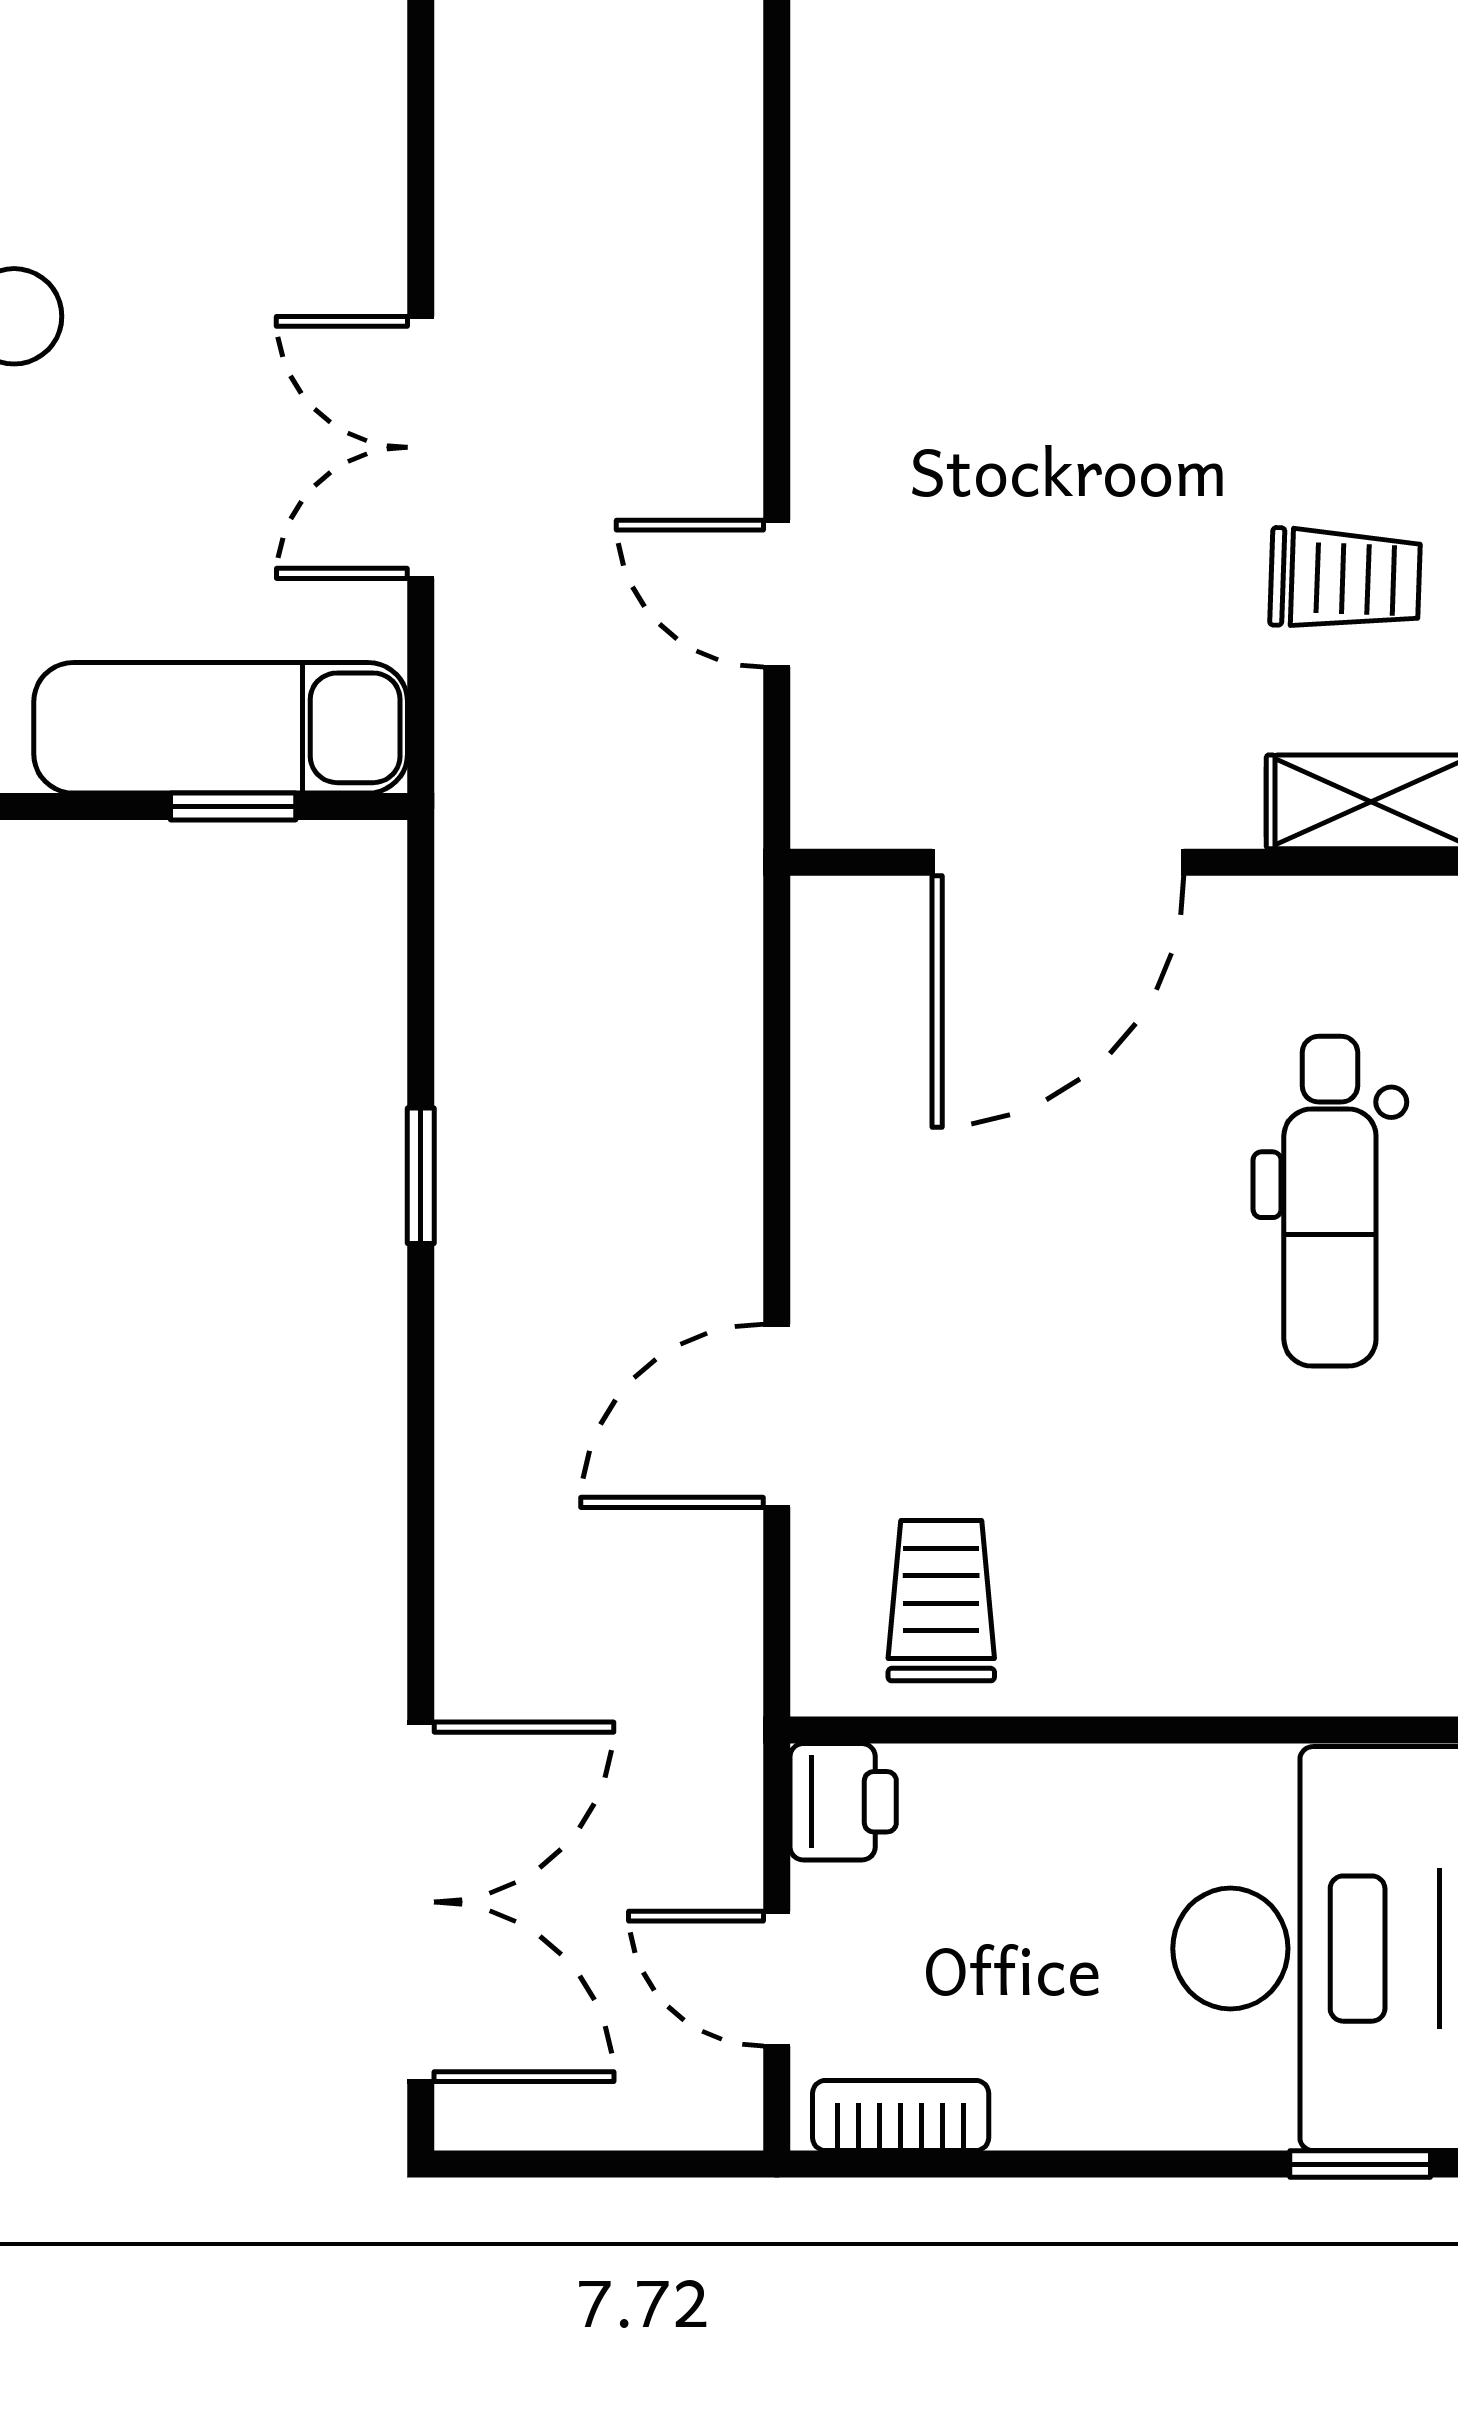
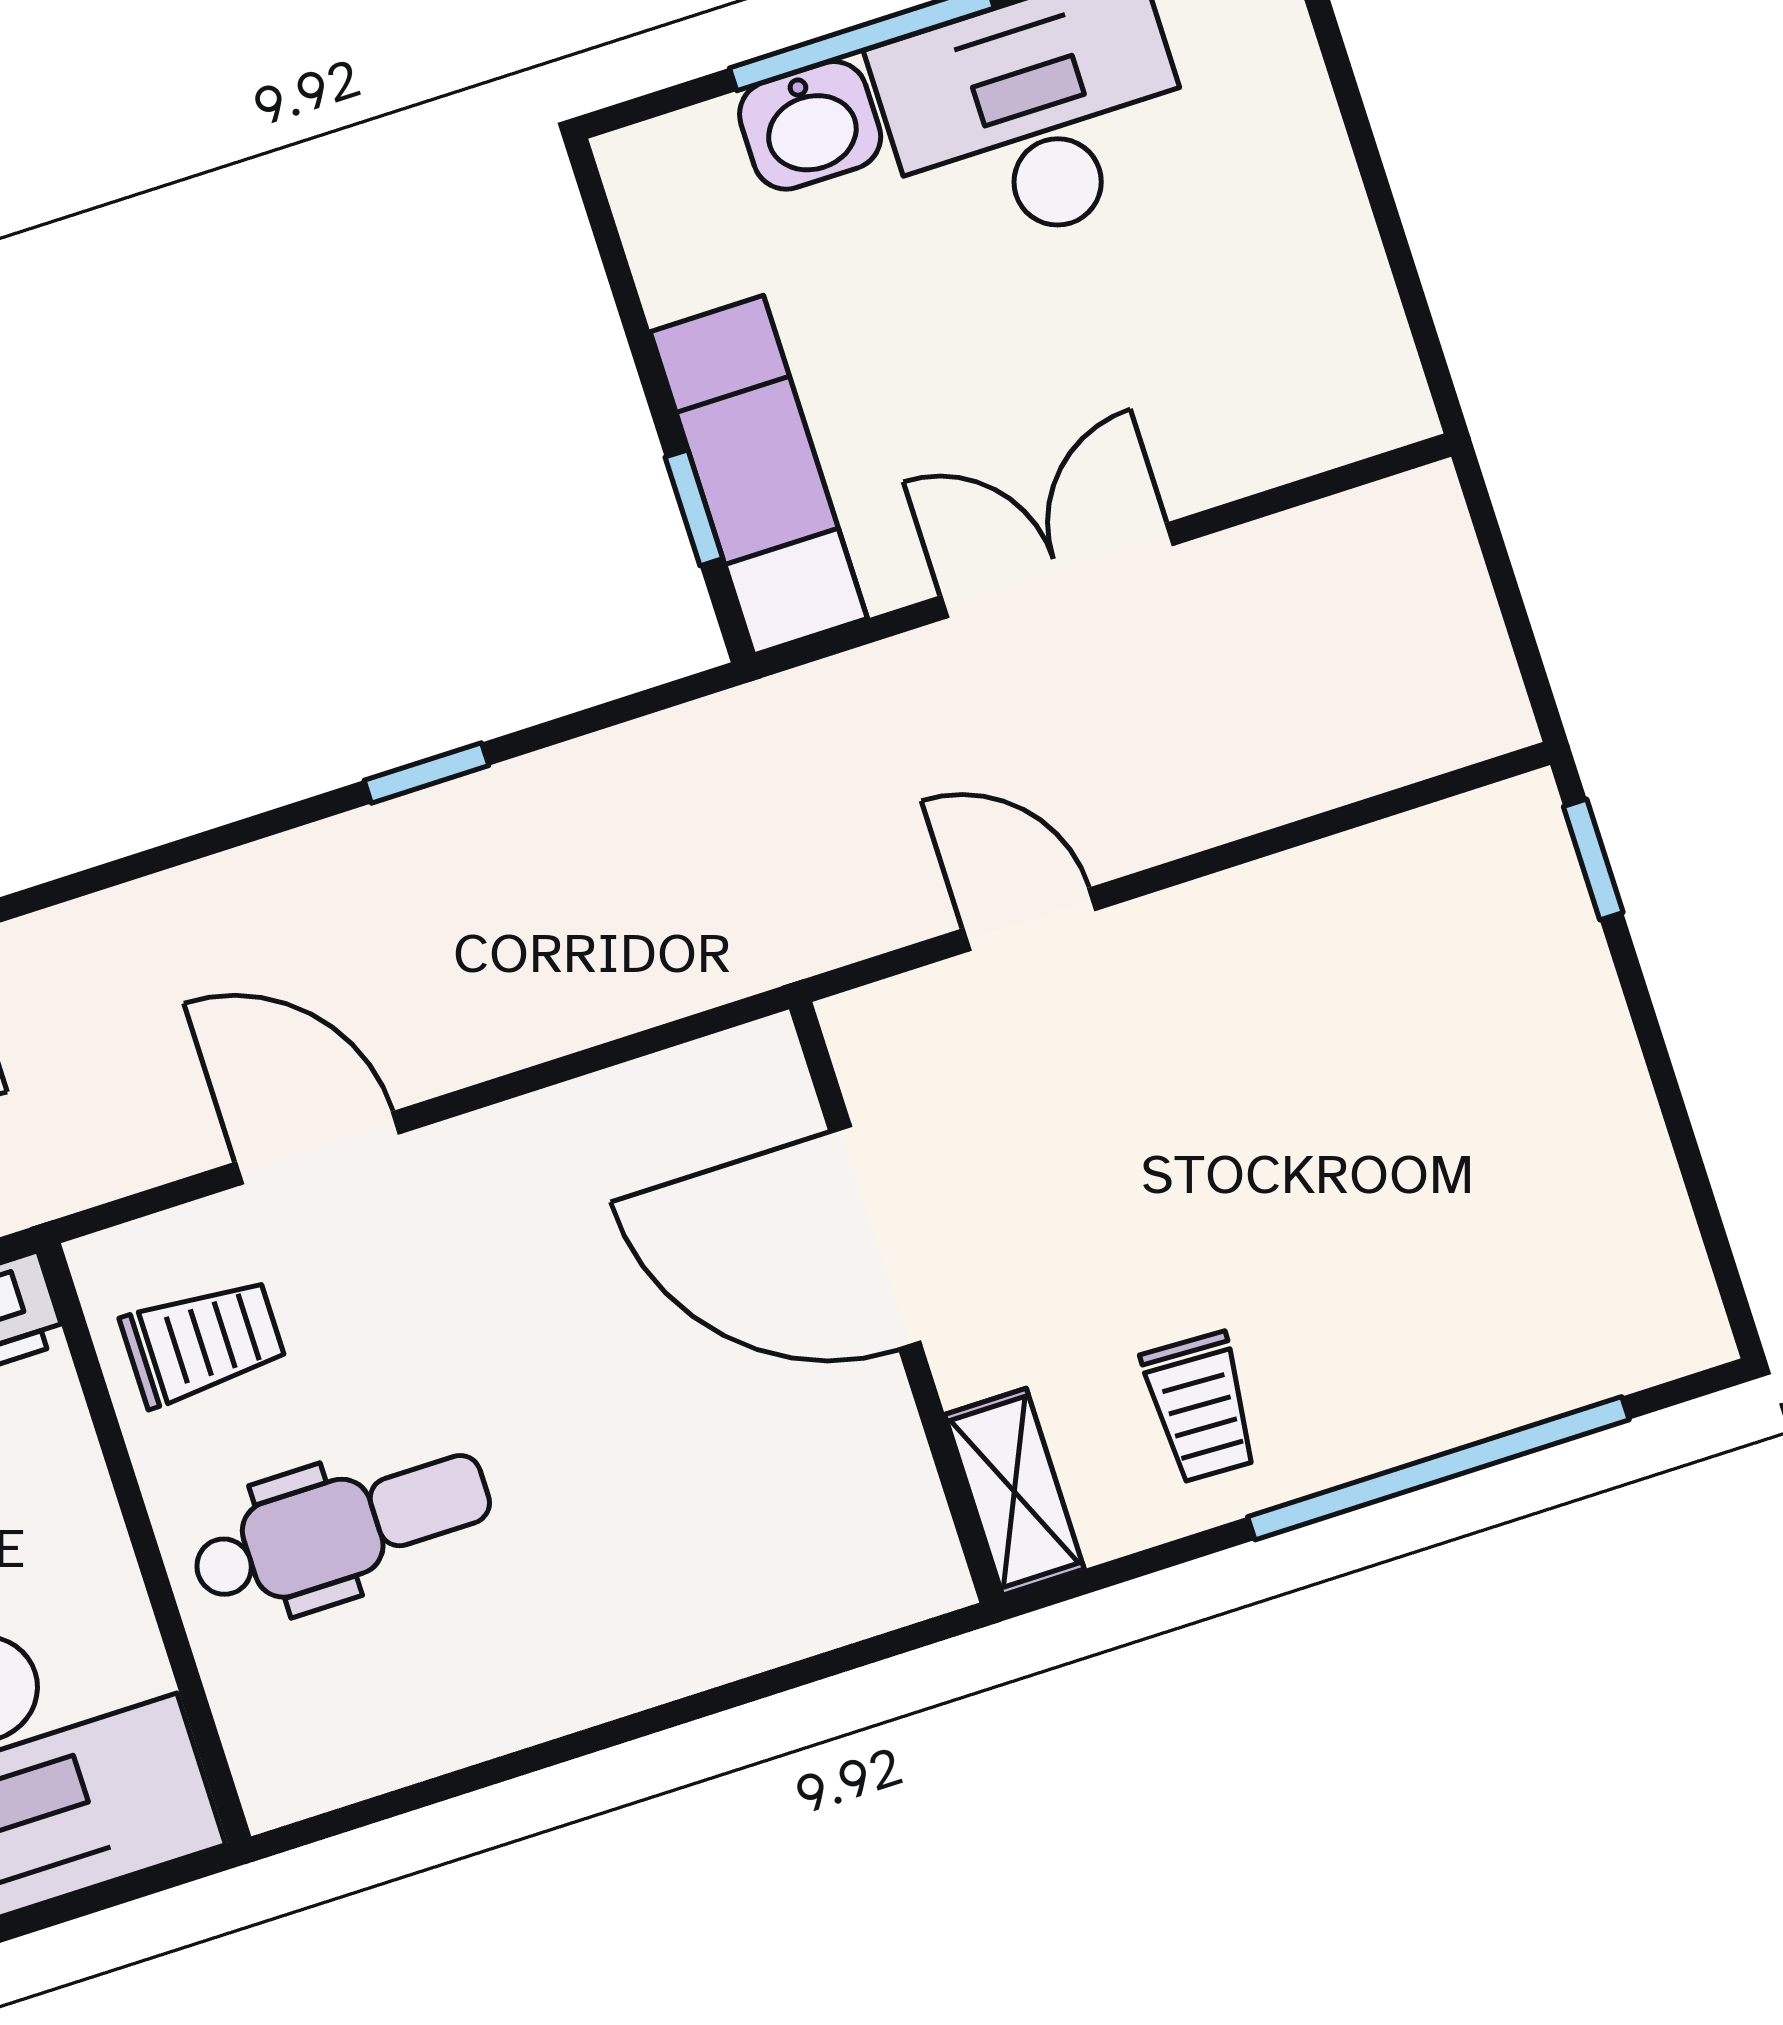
door: (777, 594) -> (1029, 919), hinge flipped
dental chair: (1330, 1201) -> (341, 1529), moved, turned 180

